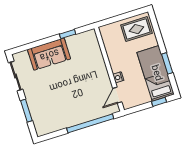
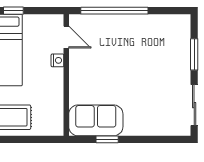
sofa: (49, 54) -> (96, 120), moved
door: (117, 95) -> (66, 37), hinge flipped

